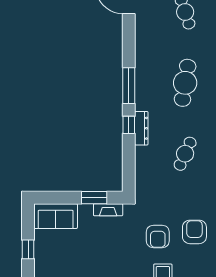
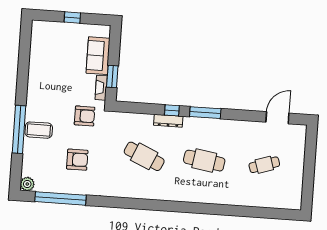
cafe table: (185, 154) -> (144, 156), width x1.37, depth x1.35
sofa: (56, 216) -> (98, 56), moved
armchair: (158, 236) -> (85, 116), moved, turned 180

